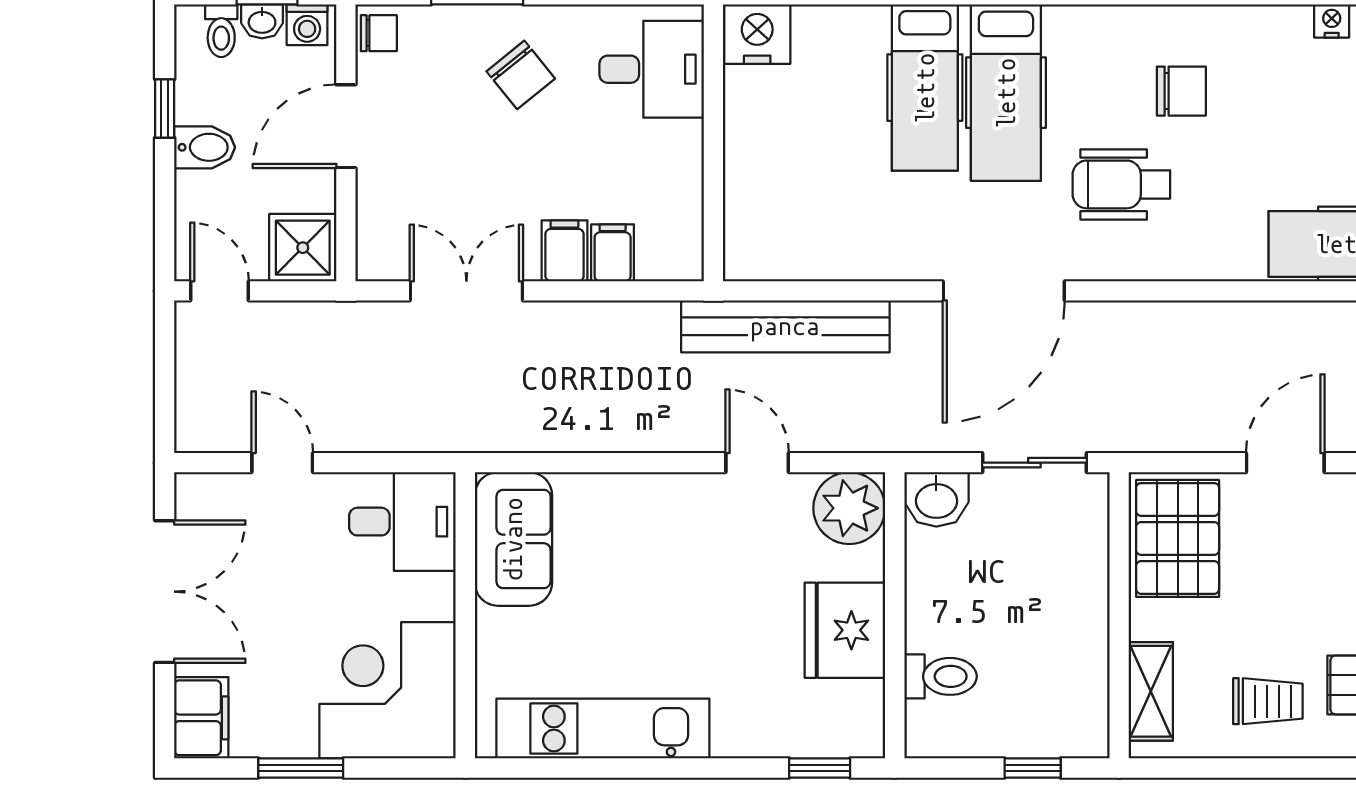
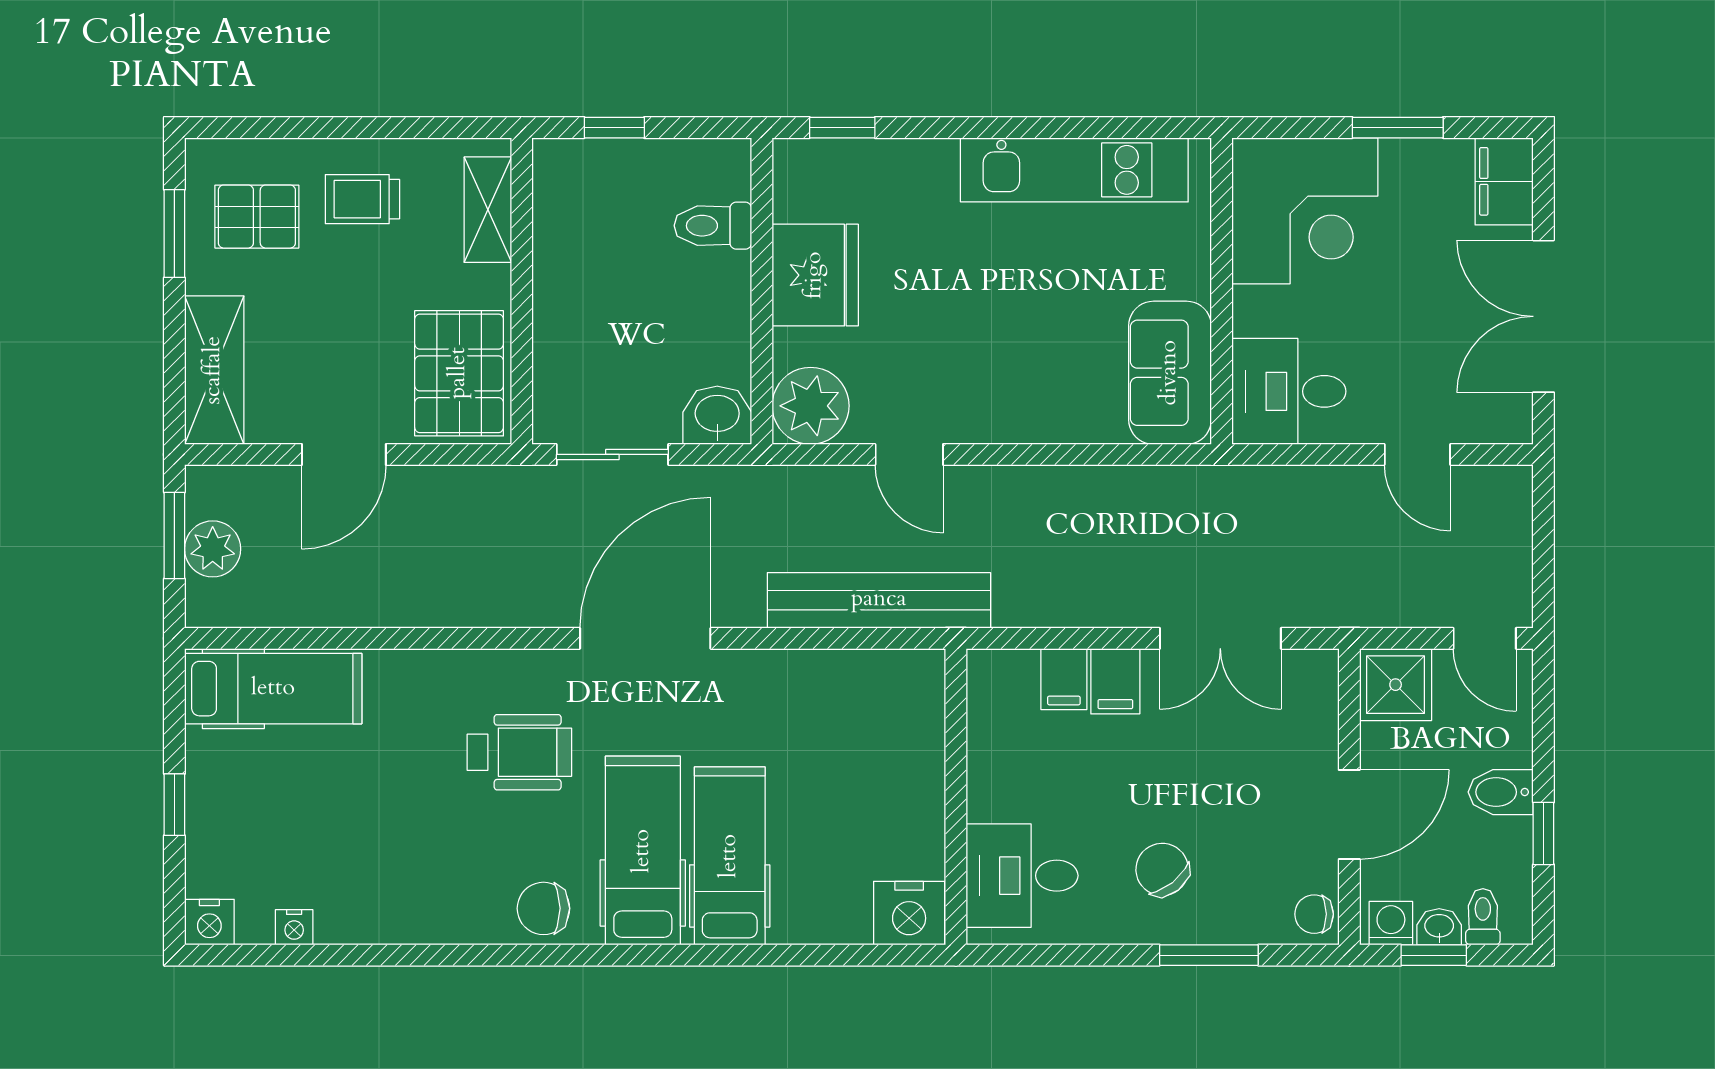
chair: (1181, 91) -> (543, 908), moved

